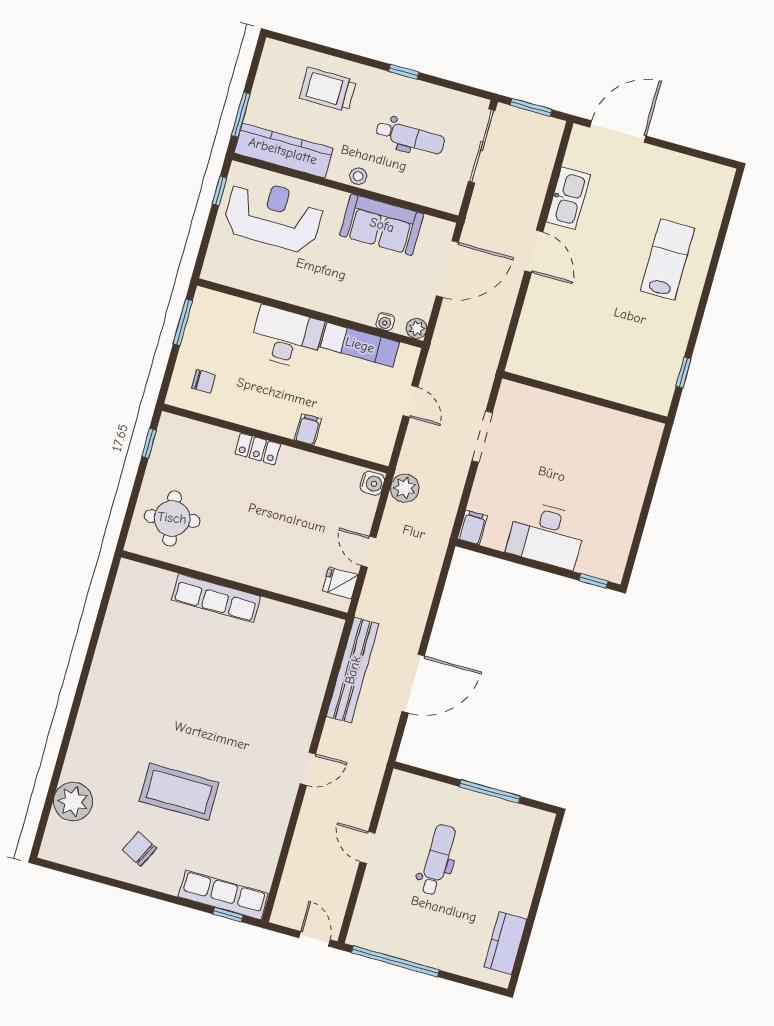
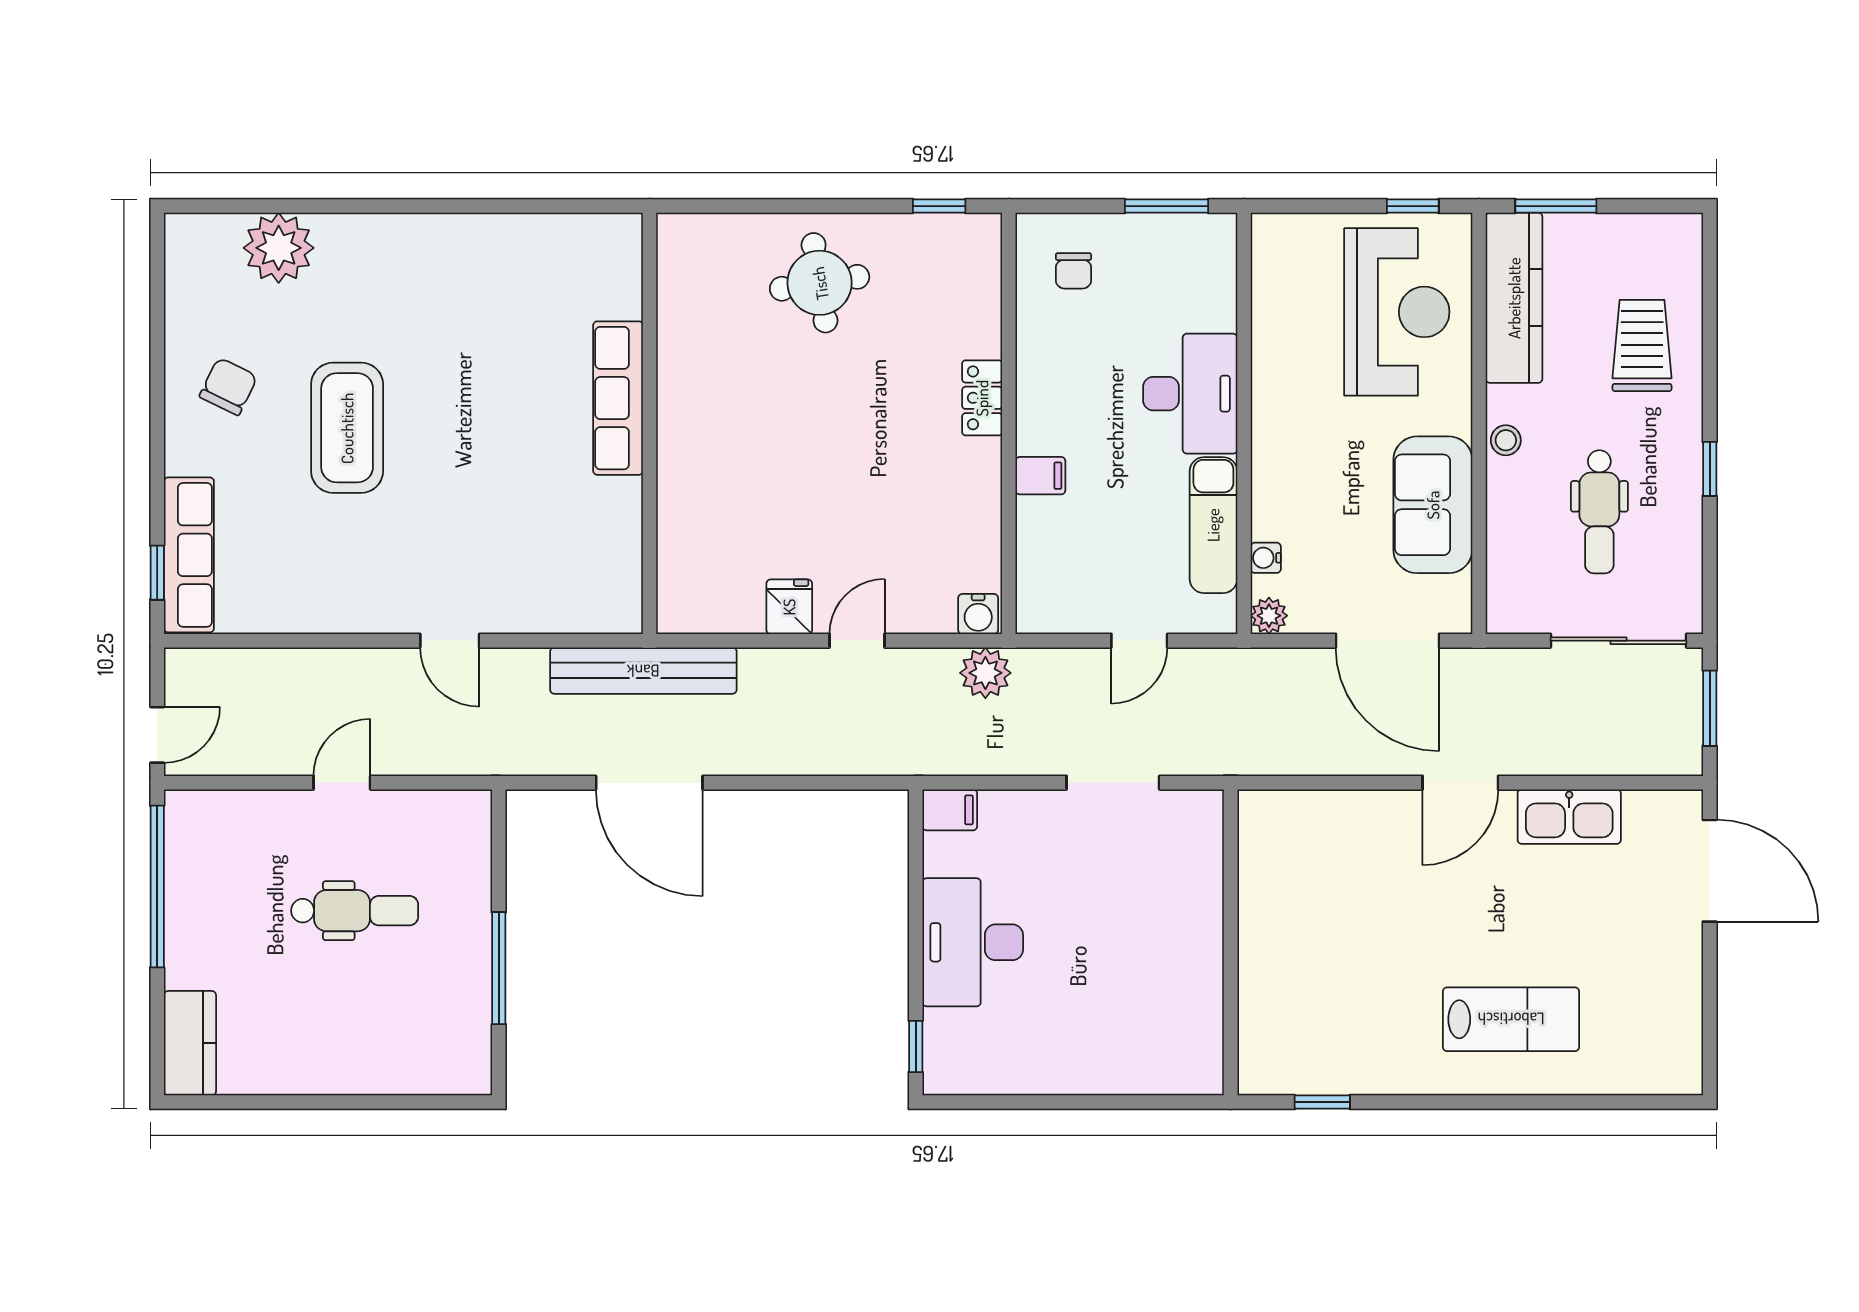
wall: (234, 585) -> (650, 423), moved
row of seats: (216, 598) -> (618, 398), moved
kitchen counter: (505, 943) -> (190, 1043), moved, turned 90

